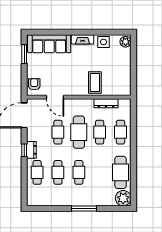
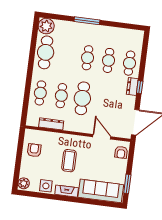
armchair: (119, 75) -> (34, 150), added
coffee table: (95, 82) -> (69, 161), moved
cafe table: (58, 132) -> (103, 101), removed

